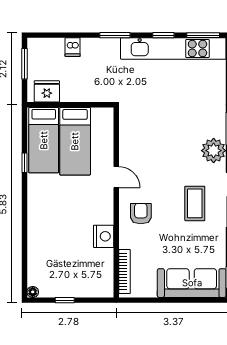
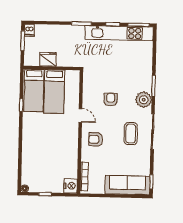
dishwasher: (73, 47) -> (29, 30), moved
fridge: (47, 91) -> (48, 59), moved
armchair: (163, 152) -> (111, 100), added
armchair: (141, 214) -> (96, 139), turned -90
nightstand: (104, 236) -> (71, 186), moved

